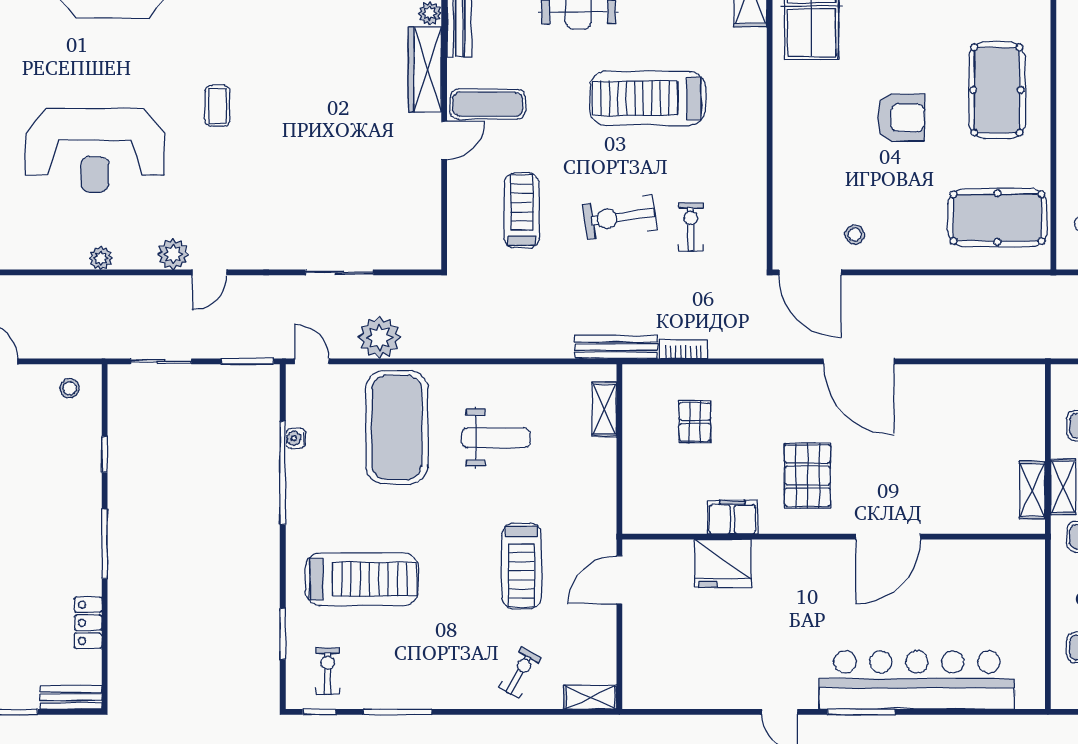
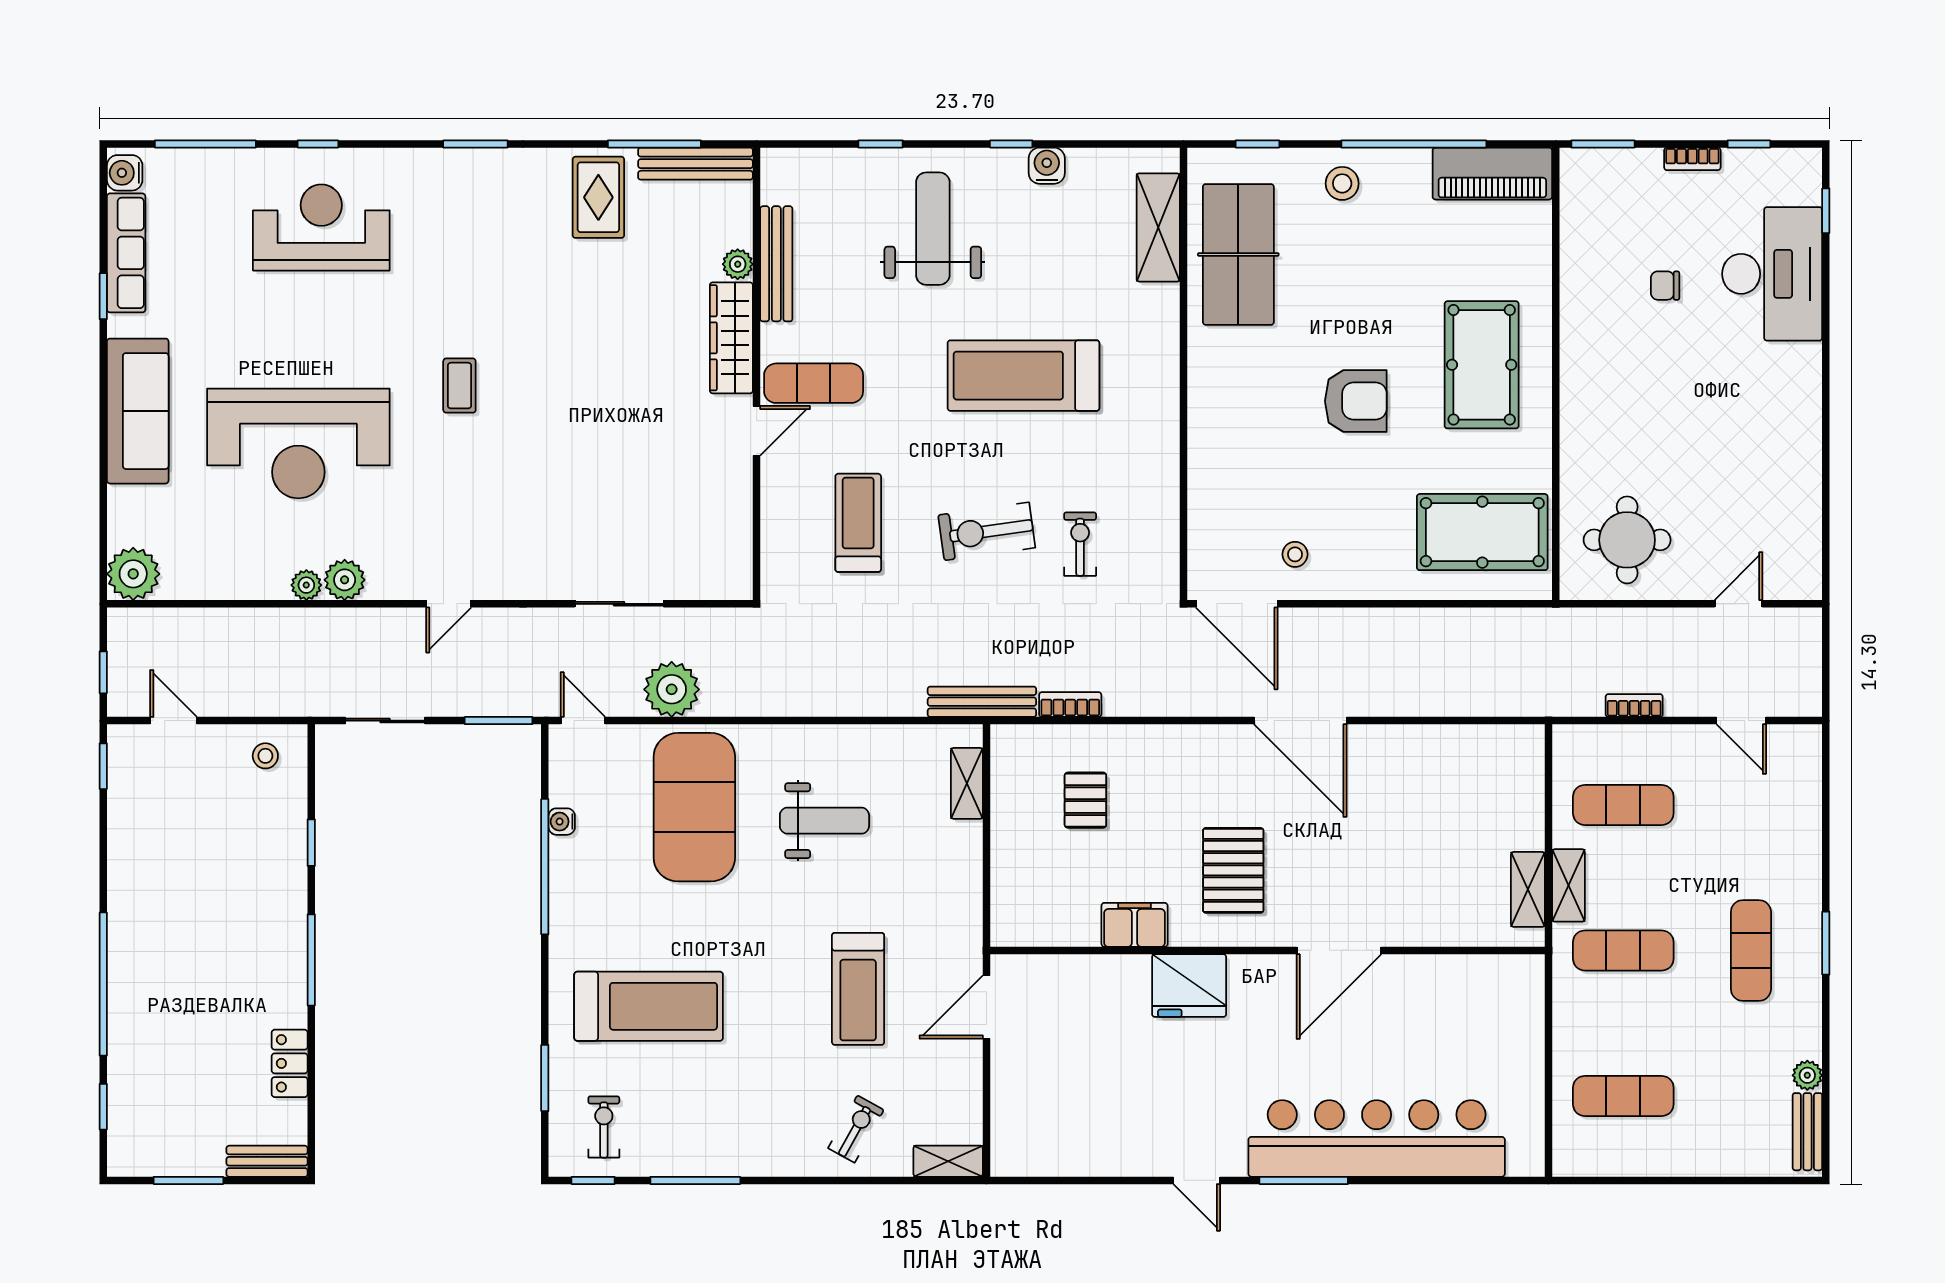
plant: (173, 254) -> (345, 580), moved
fridge: (723, 563) -> (1189, 986), moved

